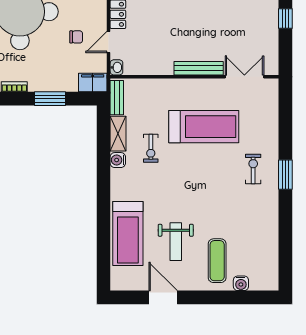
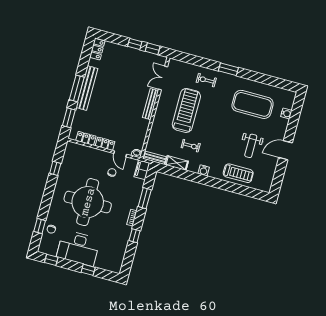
window: (285, 48) -> (153, 49), added
water cooler: (118, 160) -> (204, 170), moved
exercise bike: (253, 169) -> (206, 80), moved
treadmill: (128, 234) -> (238, 173), width x0.73, depth x0.73
weight bench: (176, 242) -> (251, 146), turned 90
exercise mat: (217, 261) -> (253, 104), moved, width x2.00, depth x1.45
door: (163, 297) -> (286, 150), moved

